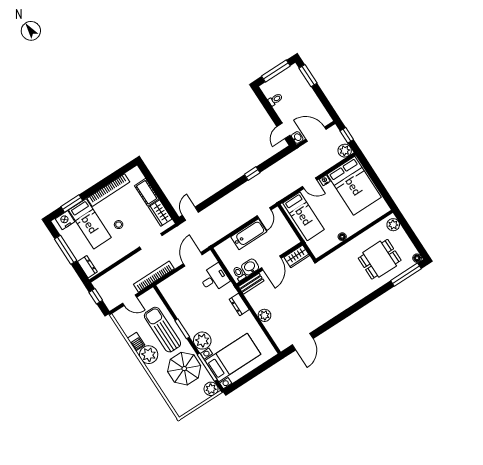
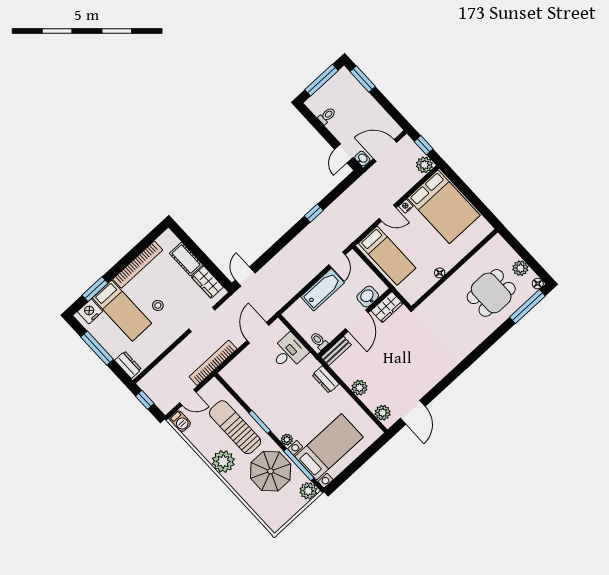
plant: (393, 225) -> (520, 268), moved
washbasin: (250, 267) -> (368, 297), moved
plant: (279, 338) -> (383, 413), added
plant: (202, 341) -> (287, 440), width x0.53, depth x0.53
barbecue: (136, 342) -> (180, 421), moved

